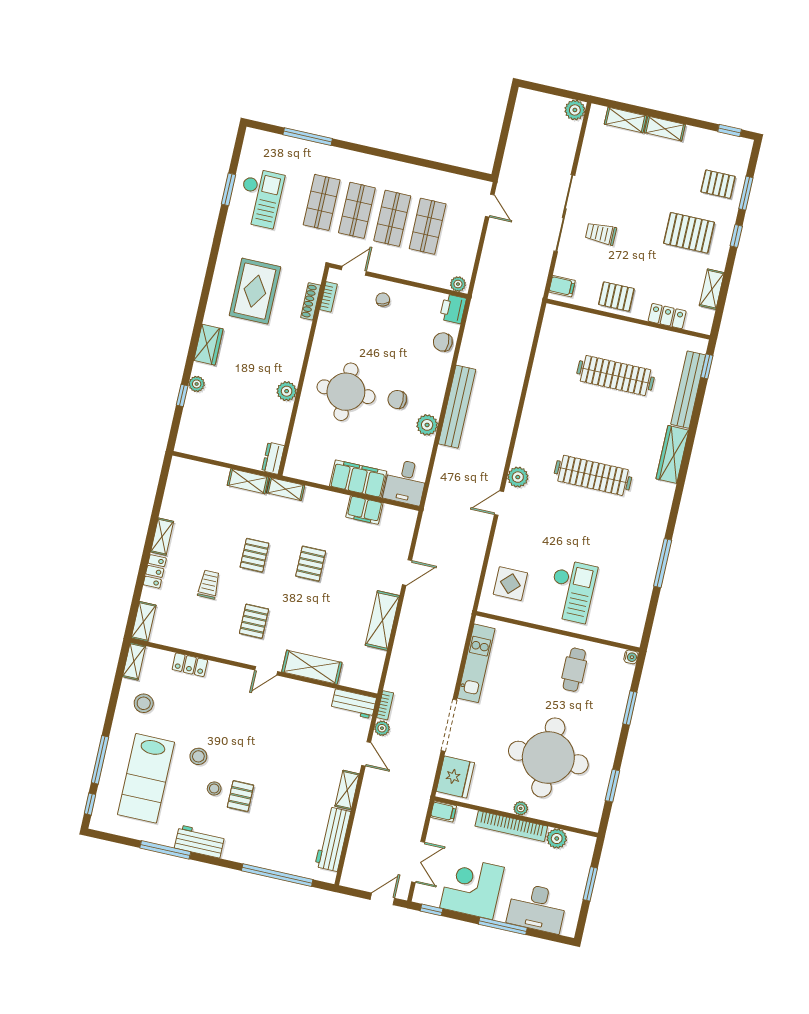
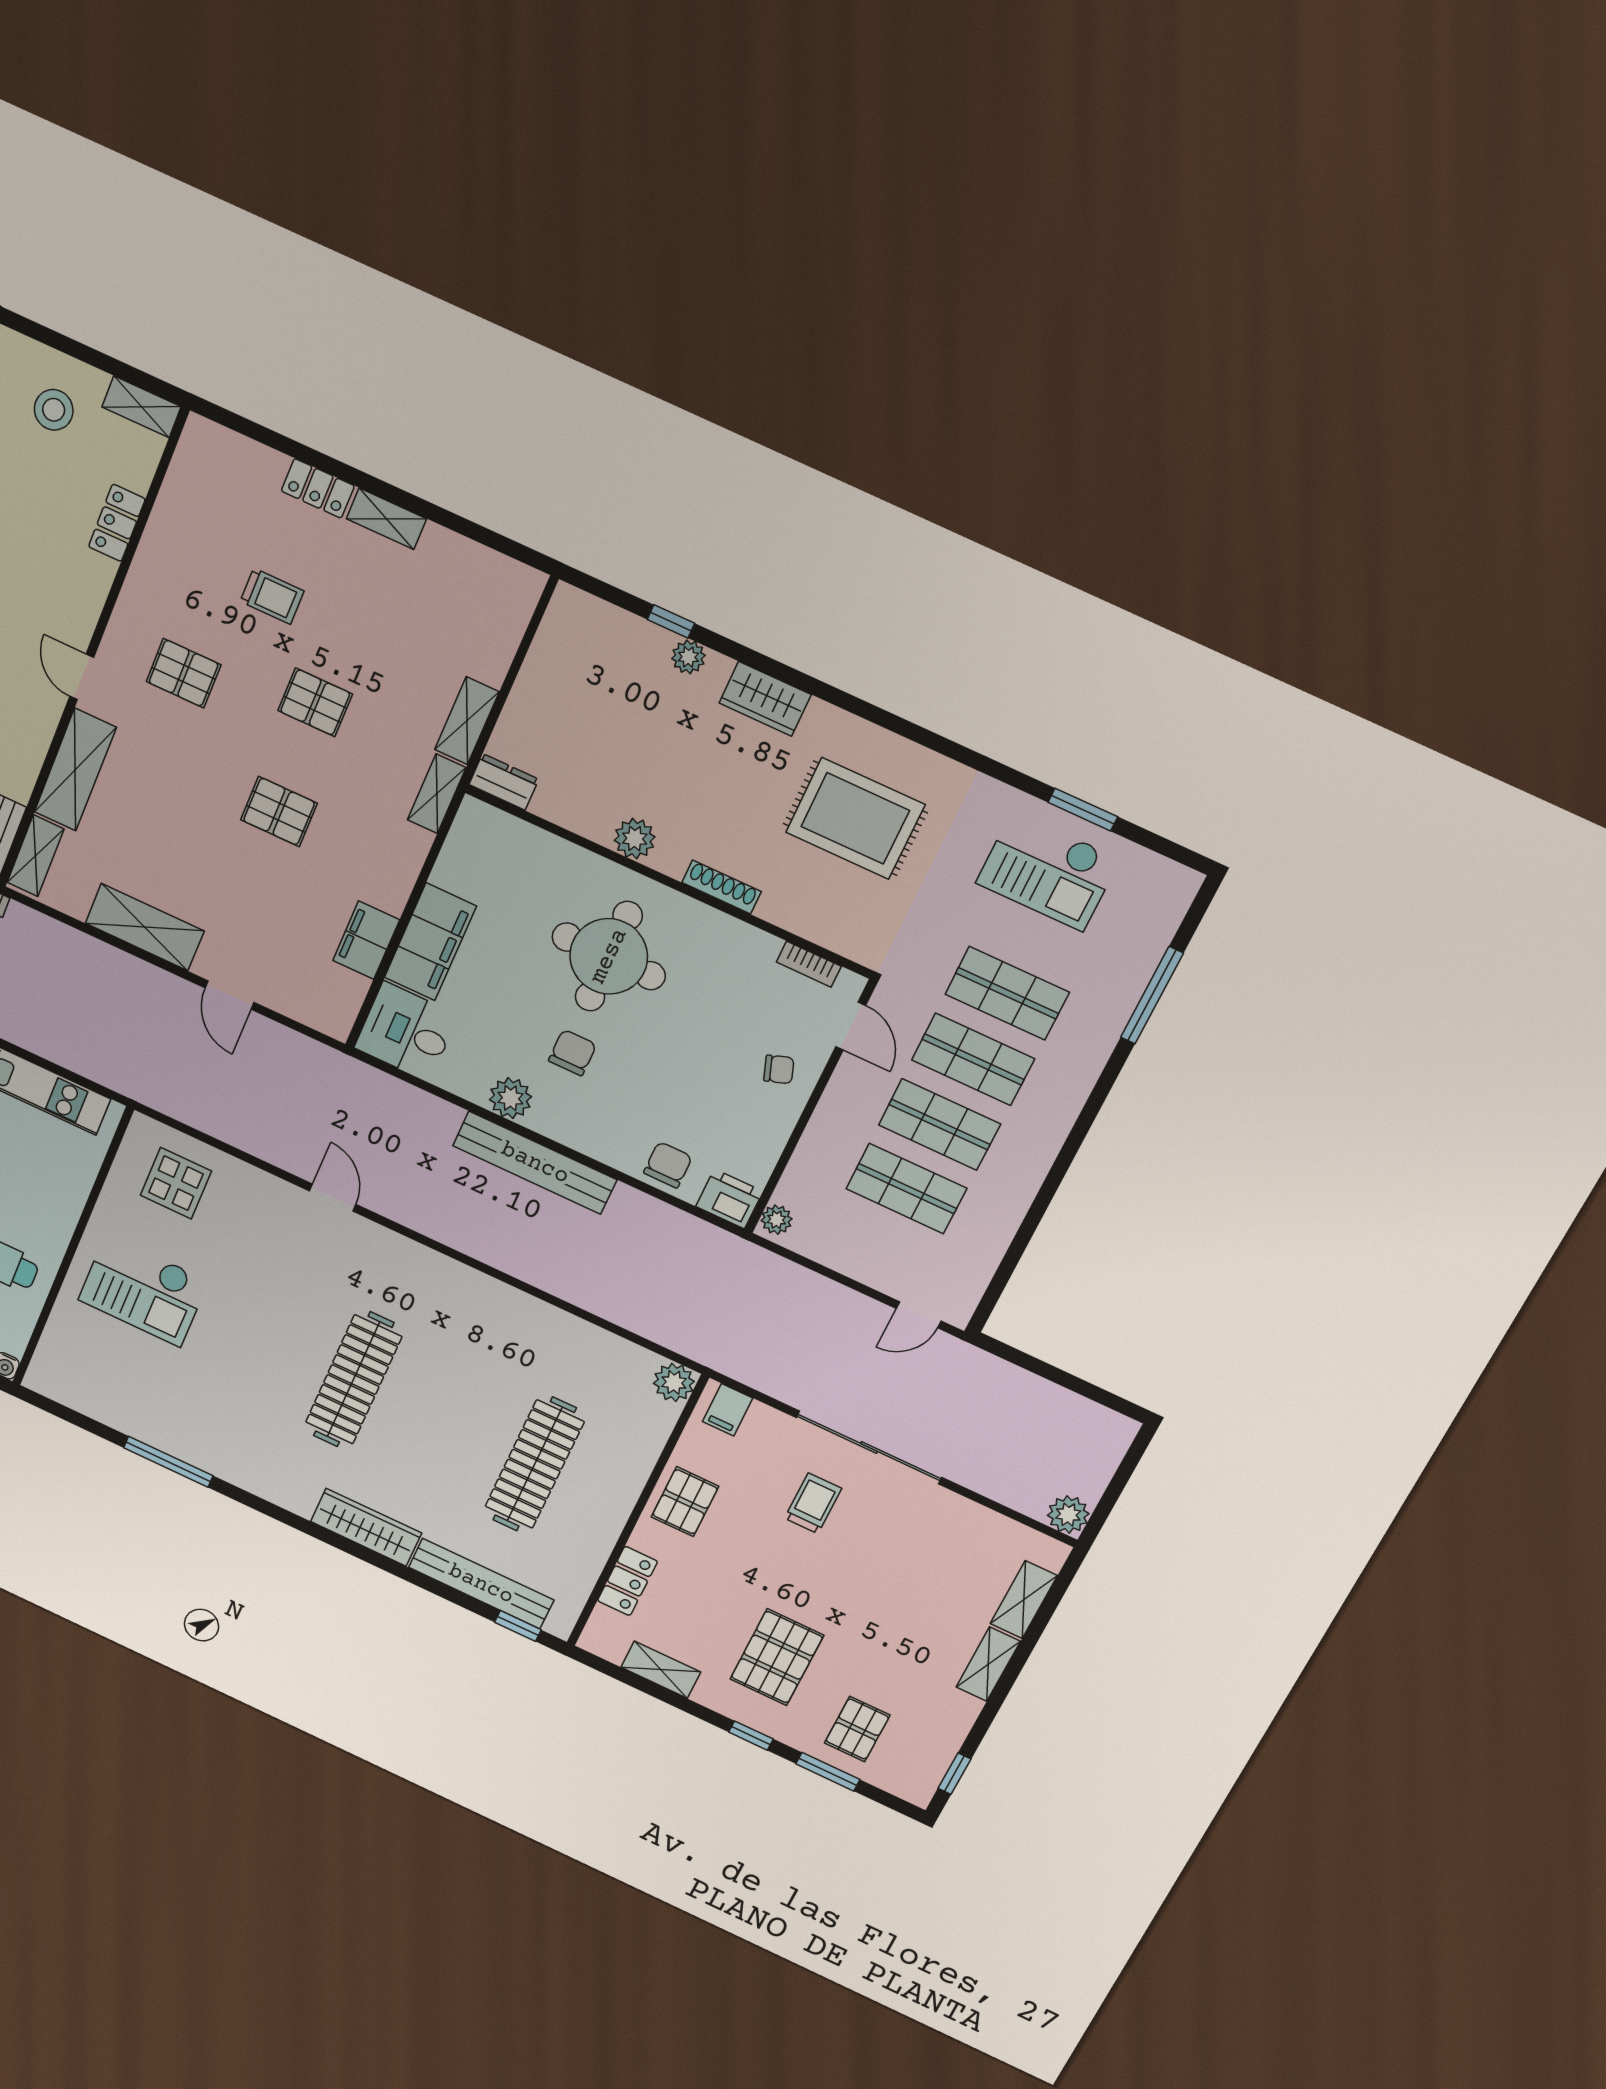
shoe rack: (311, 301) -> (722, 887), moved
plant: (518, 477) -> (674, 1382), moved
shelving: (144, 622) -> (36, 856), moved, turned 90

